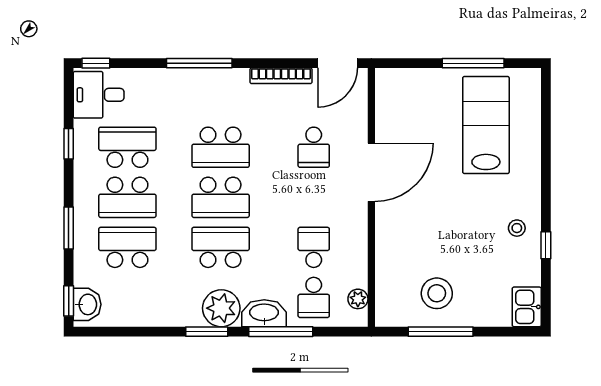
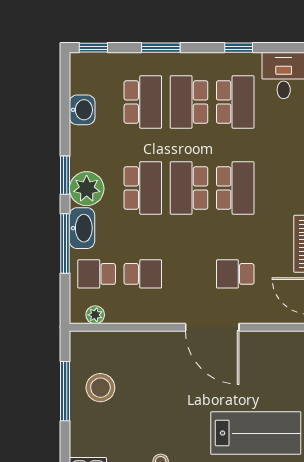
school desk: (221, 147) -> (235, 188), turned 180
washbasin: (87, 304) -> (82, 110), moved, turned -90

